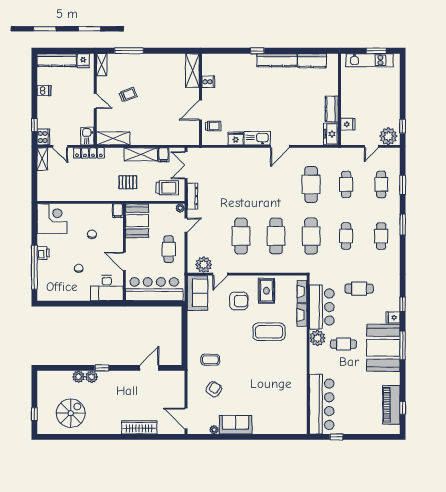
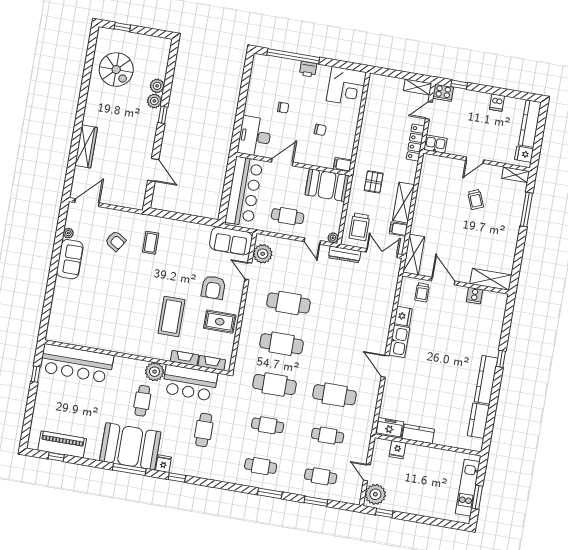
shelving: (113, 138) -> (414, 254), moved

